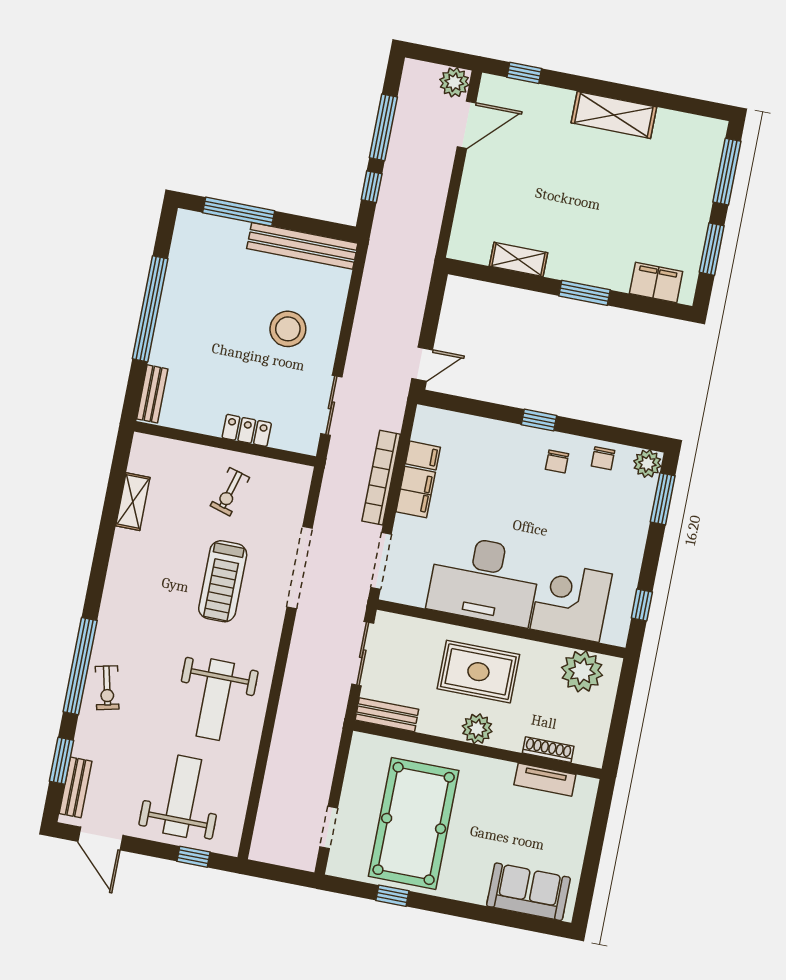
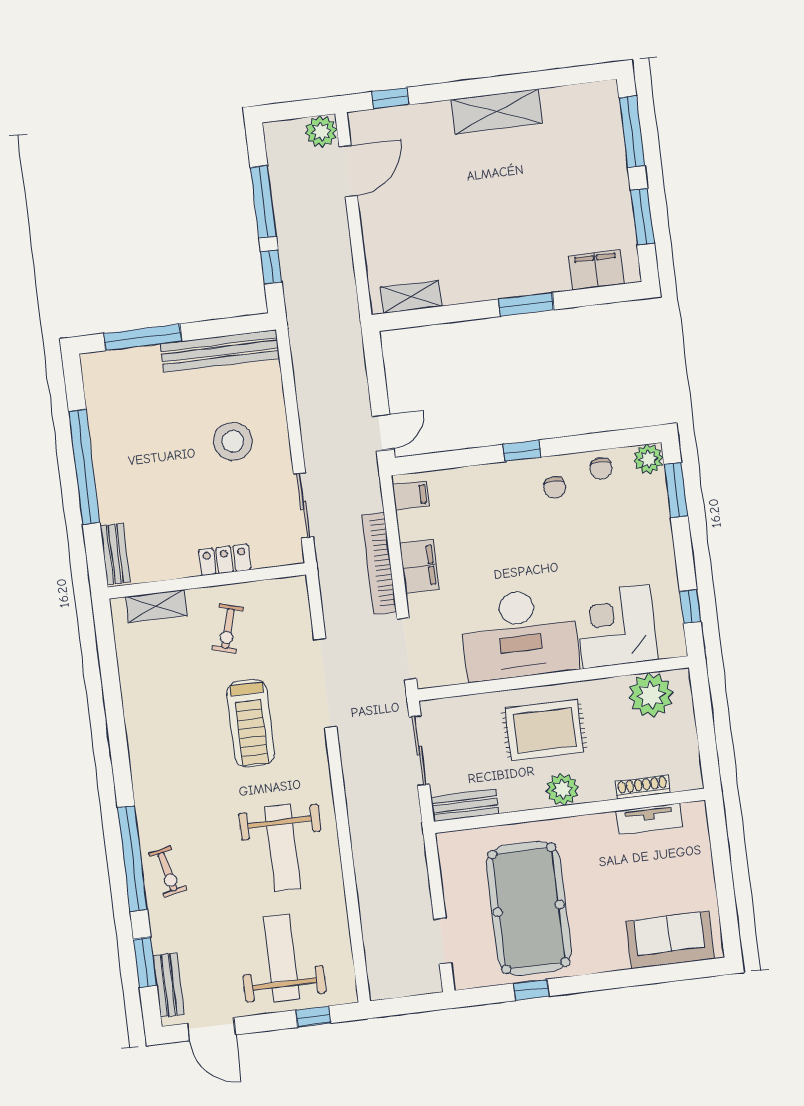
shelving: (518, 259) -> (411, 297), moved
filing cabinet: (423, 456) -> (411, 495), moved
shelving: (133, 502) -> (156, 606), moved, turned 90

